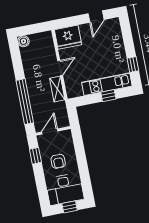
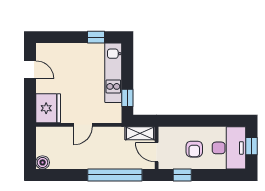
door: (60, 68) -> (83, 125), swing flipped
shelving: (57, 89) -> (140, 133), moved
window: (108, 96) -> (127, 98), moved
armchair: (58, 161) -> (194, 149), turned 90

